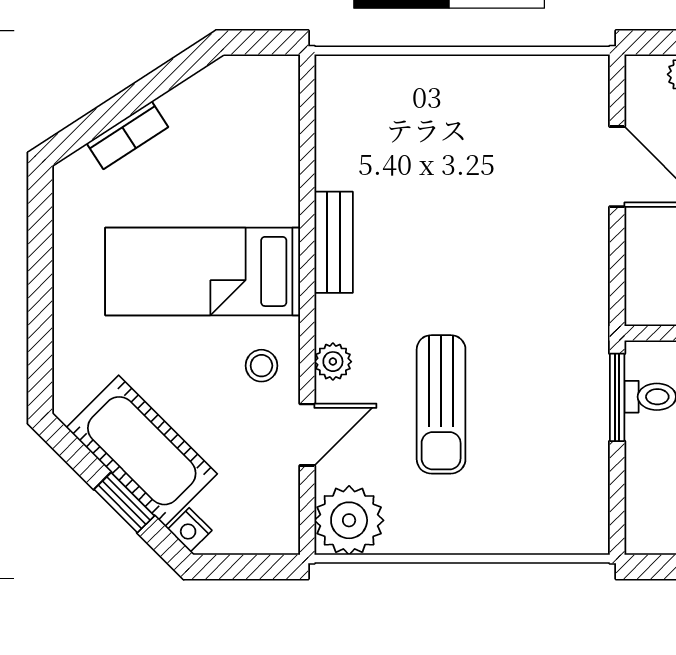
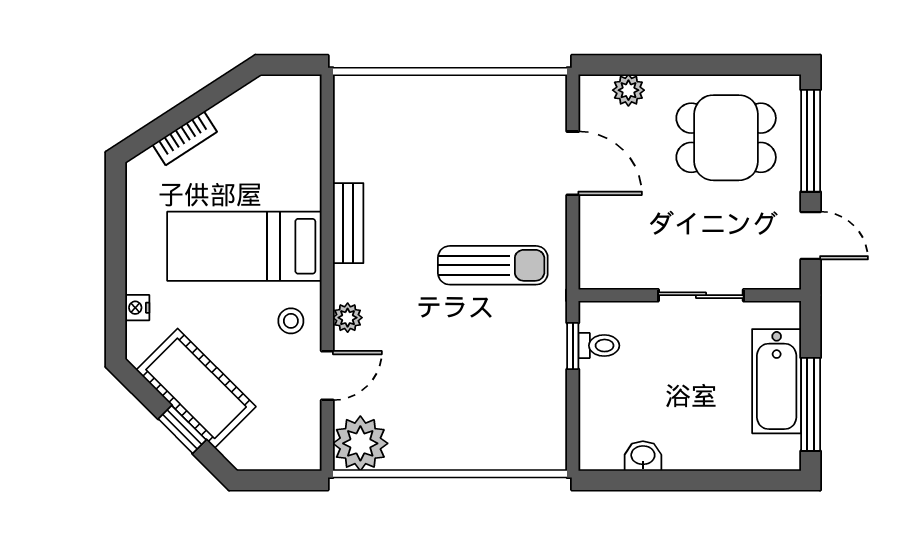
window: (617, 397) -> (573, 346), width x0.67
sun lounger: (441, 404) -> (493, 265), moved, turned -90
nightstand: (190, 530) -> (137, 308), moved, turned 45

